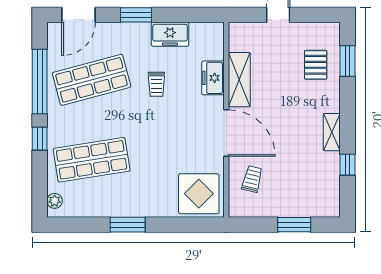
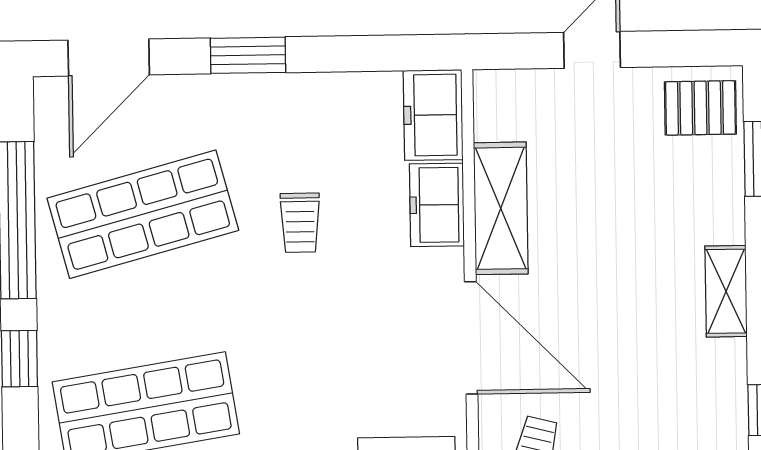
freezer: (170, 34) -> (433, 115), moved, turned 90
pallet: (316, 65) -> (700, 108), moved, turned 90
shelving: (332, 132) -> (726, 291), moved

